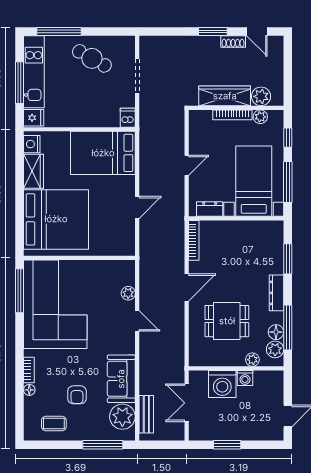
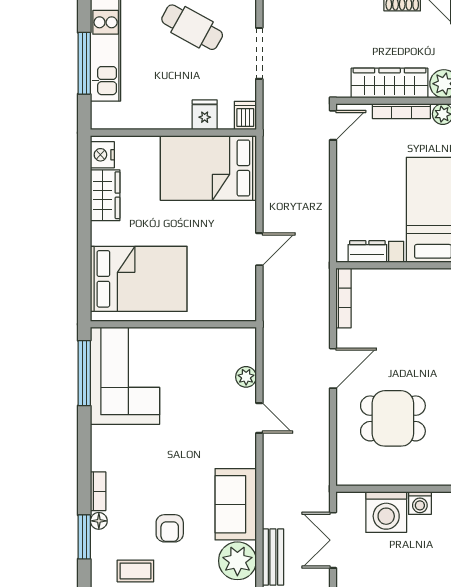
fridge: (34, 118) -> (205, 115), moved, turned -90
door: (187, 165) -> (333, 125), moved
bed: (56, 219) -> (139, 279), width x0.73
corner sofa: (55, 304) -> (125, 376), width x0.73, depth x0.74
plant: (252, 360) -> (431, 476), removed
window: (20, 401) -> (84, 537), added

